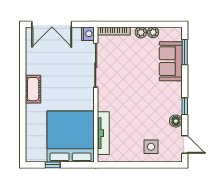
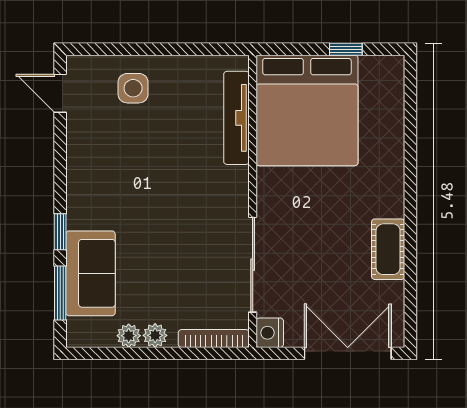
cot: (33, 89) -> (388, 249), moved
window: (185, 106) -> (60, 232), moved
floor lamp: (176, 121) -> (79, 144), removed

